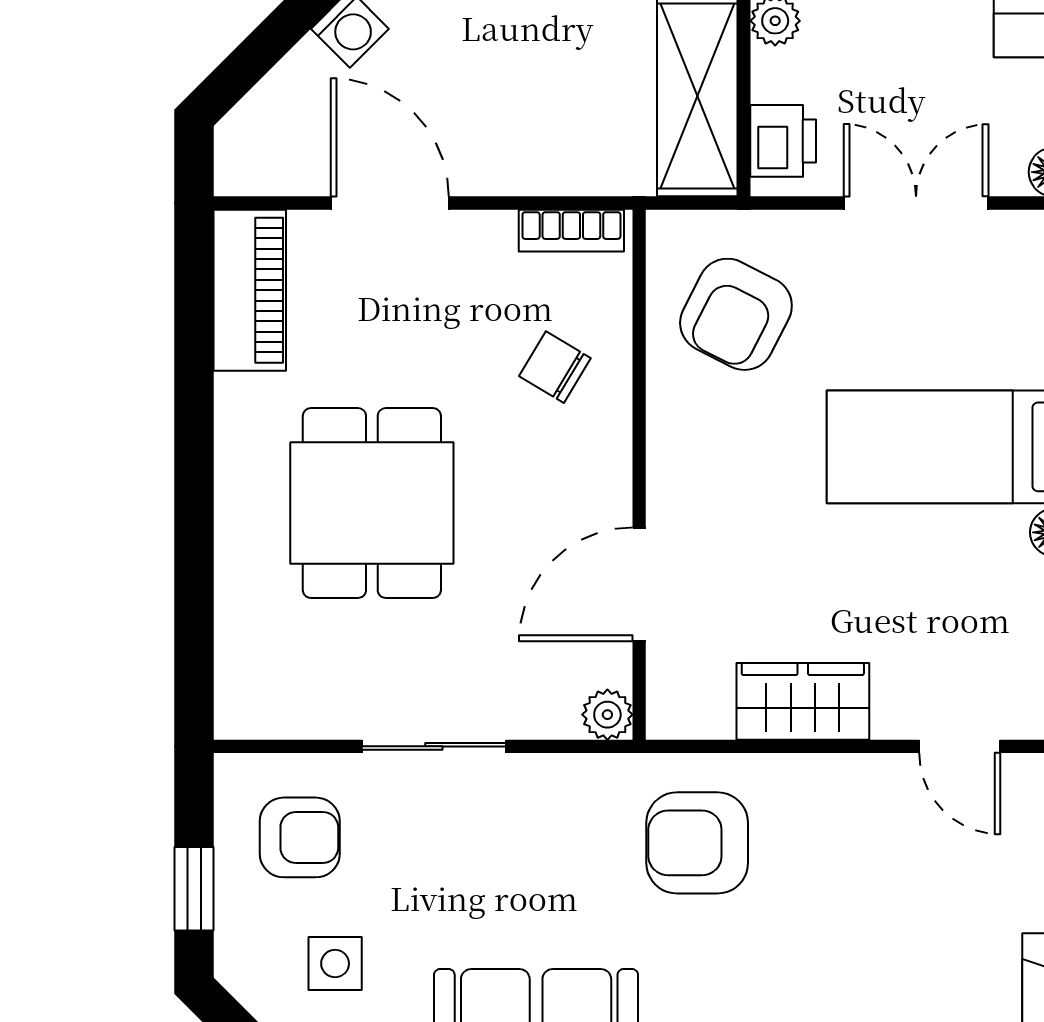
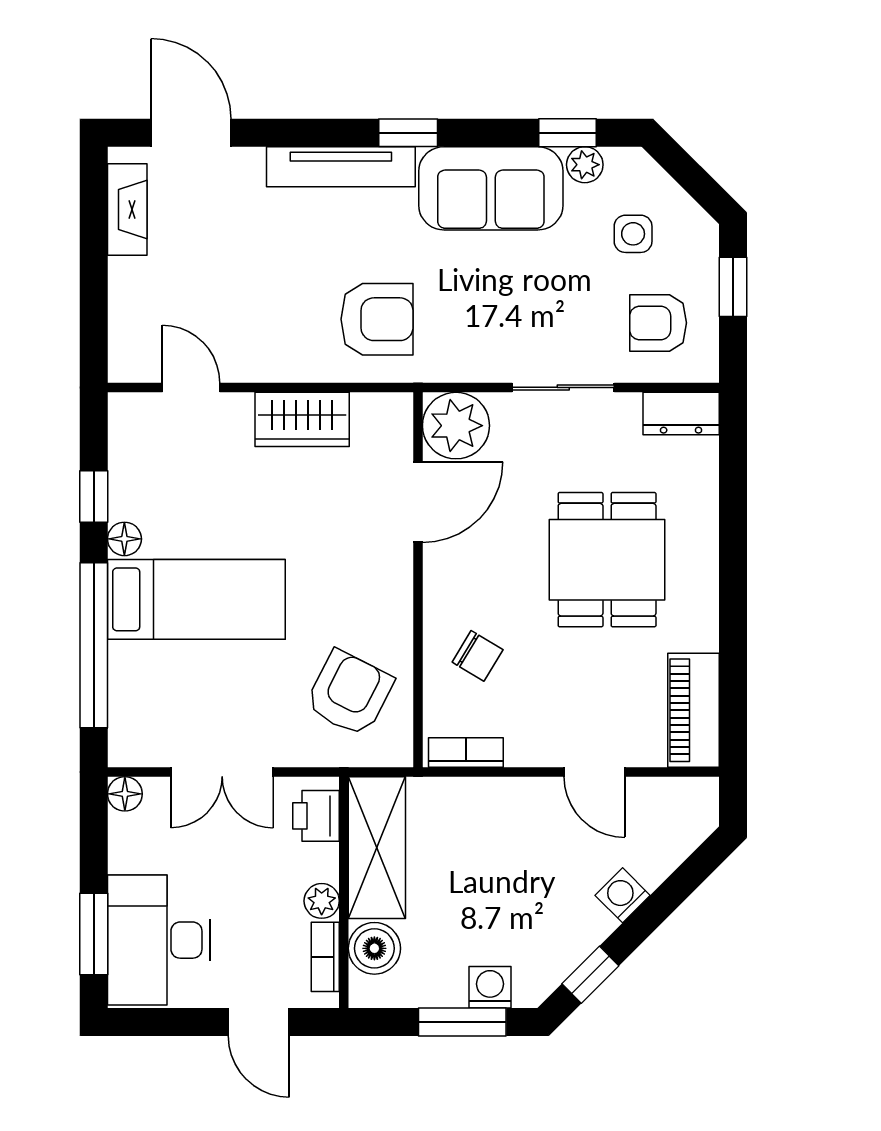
door: (390, 203) -> (594, 772), width x0.73
dresser: (267, 710) -> (681, 413), added
plant: (607, 715) -> (456, 426), width x1.88, depth x1.88

